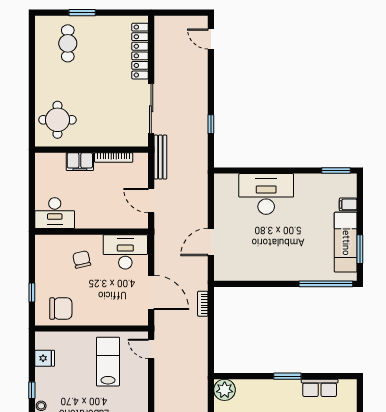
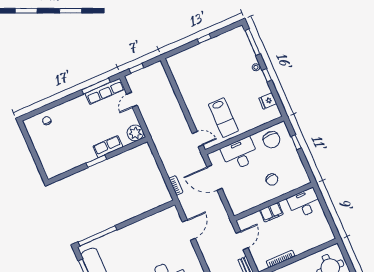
filing cabinet: (80, 162) -> (271, 212), moved, turned 180
door: (151, 201) -> (242, 241), hinge flipped
desk: (125, 252) -> (240, 154), moved, turned 180
chair: (61, 309) -> (272, 140), turned -90
row of seats: (320, 388) -> (108, 147), moved

